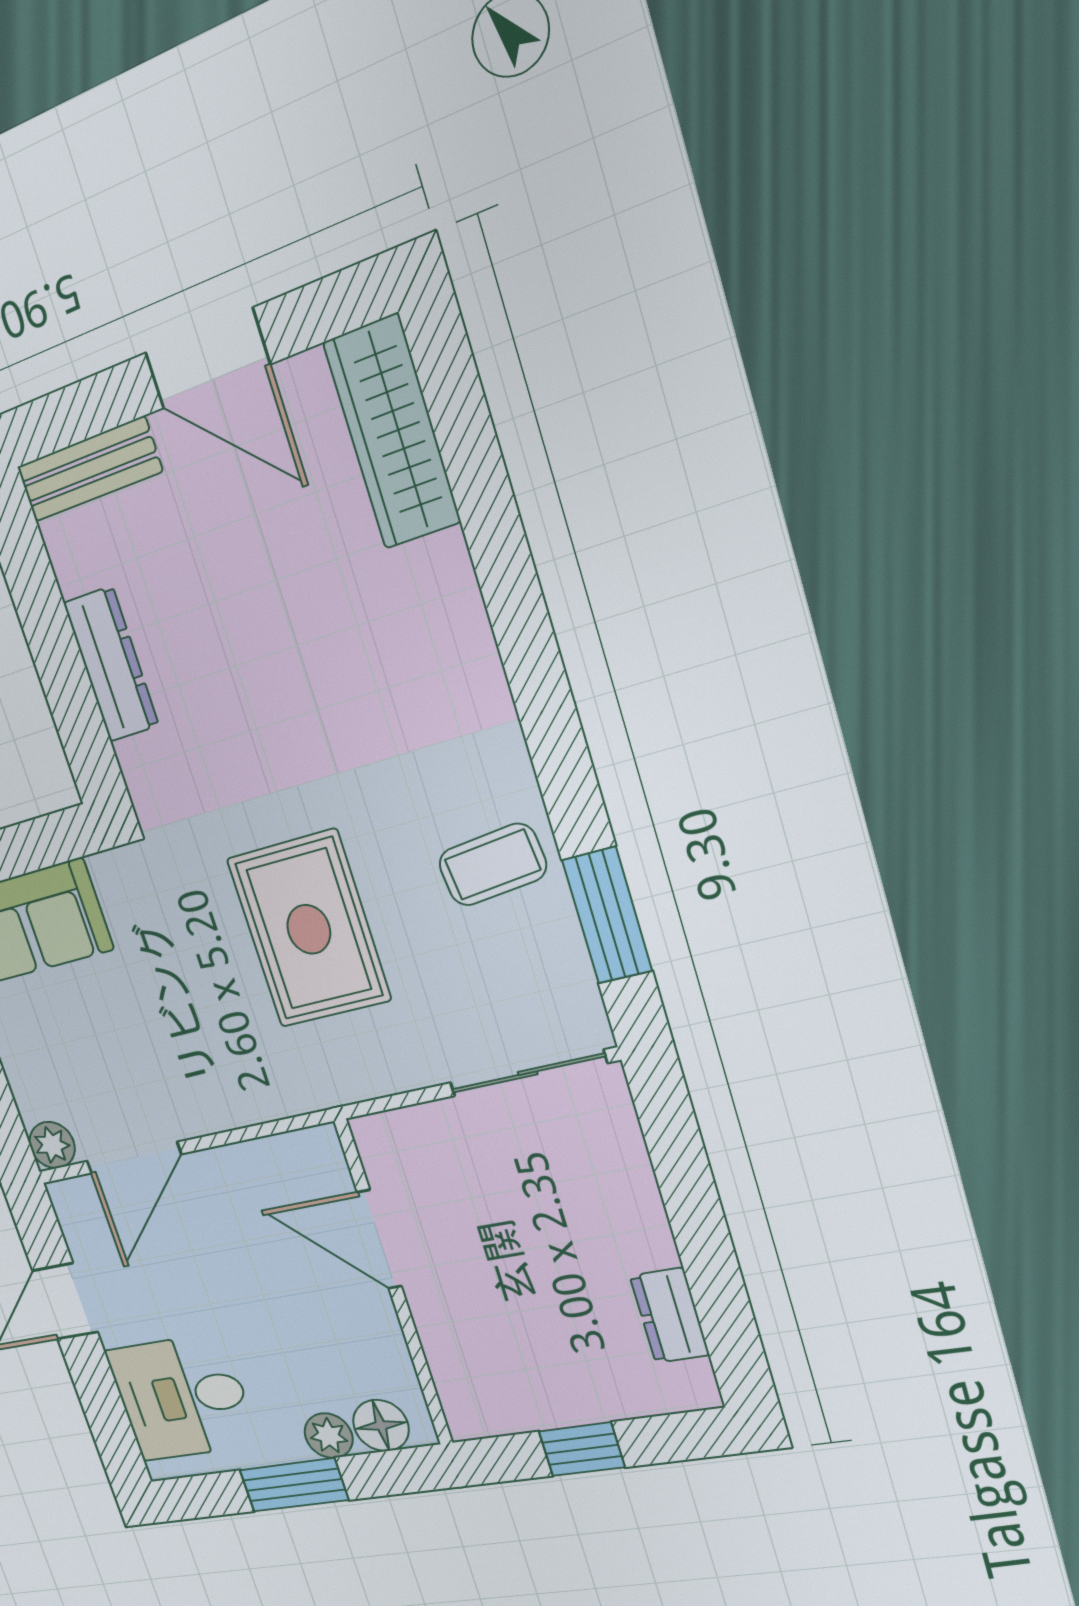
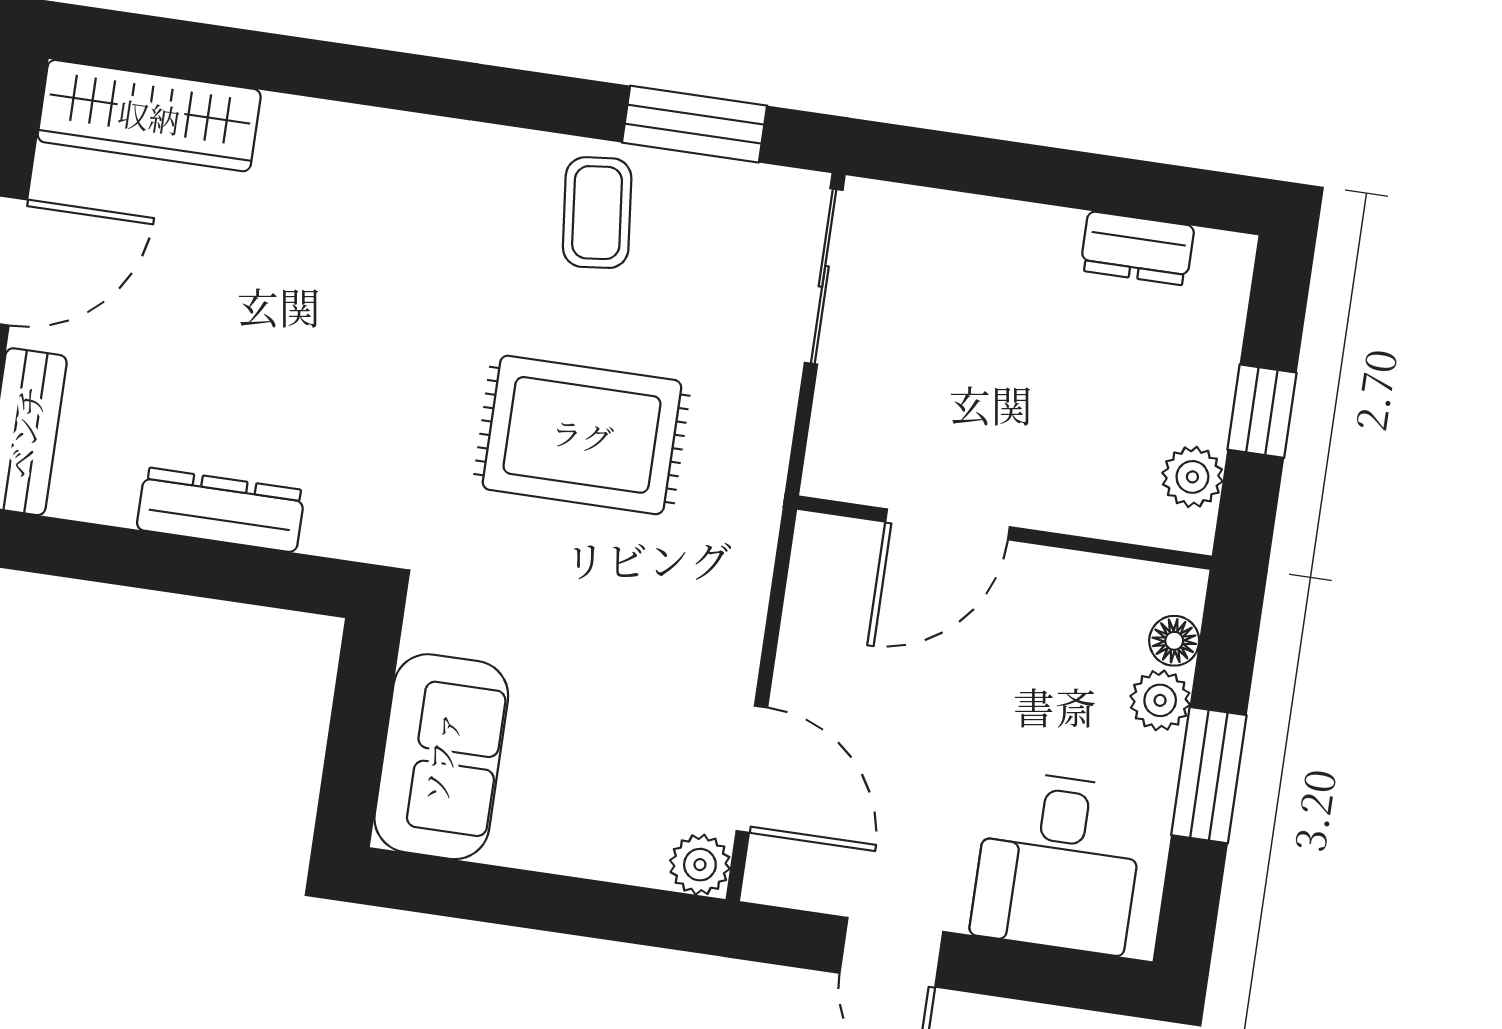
plant: (505, 1412) -> (1192, 477), added
floor lamp: (381, 1425) -> (1174, 641), width x0.73, depth x0.73

